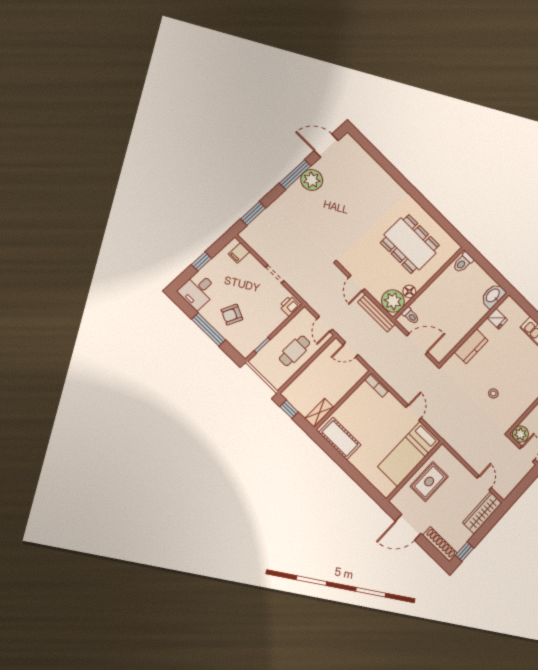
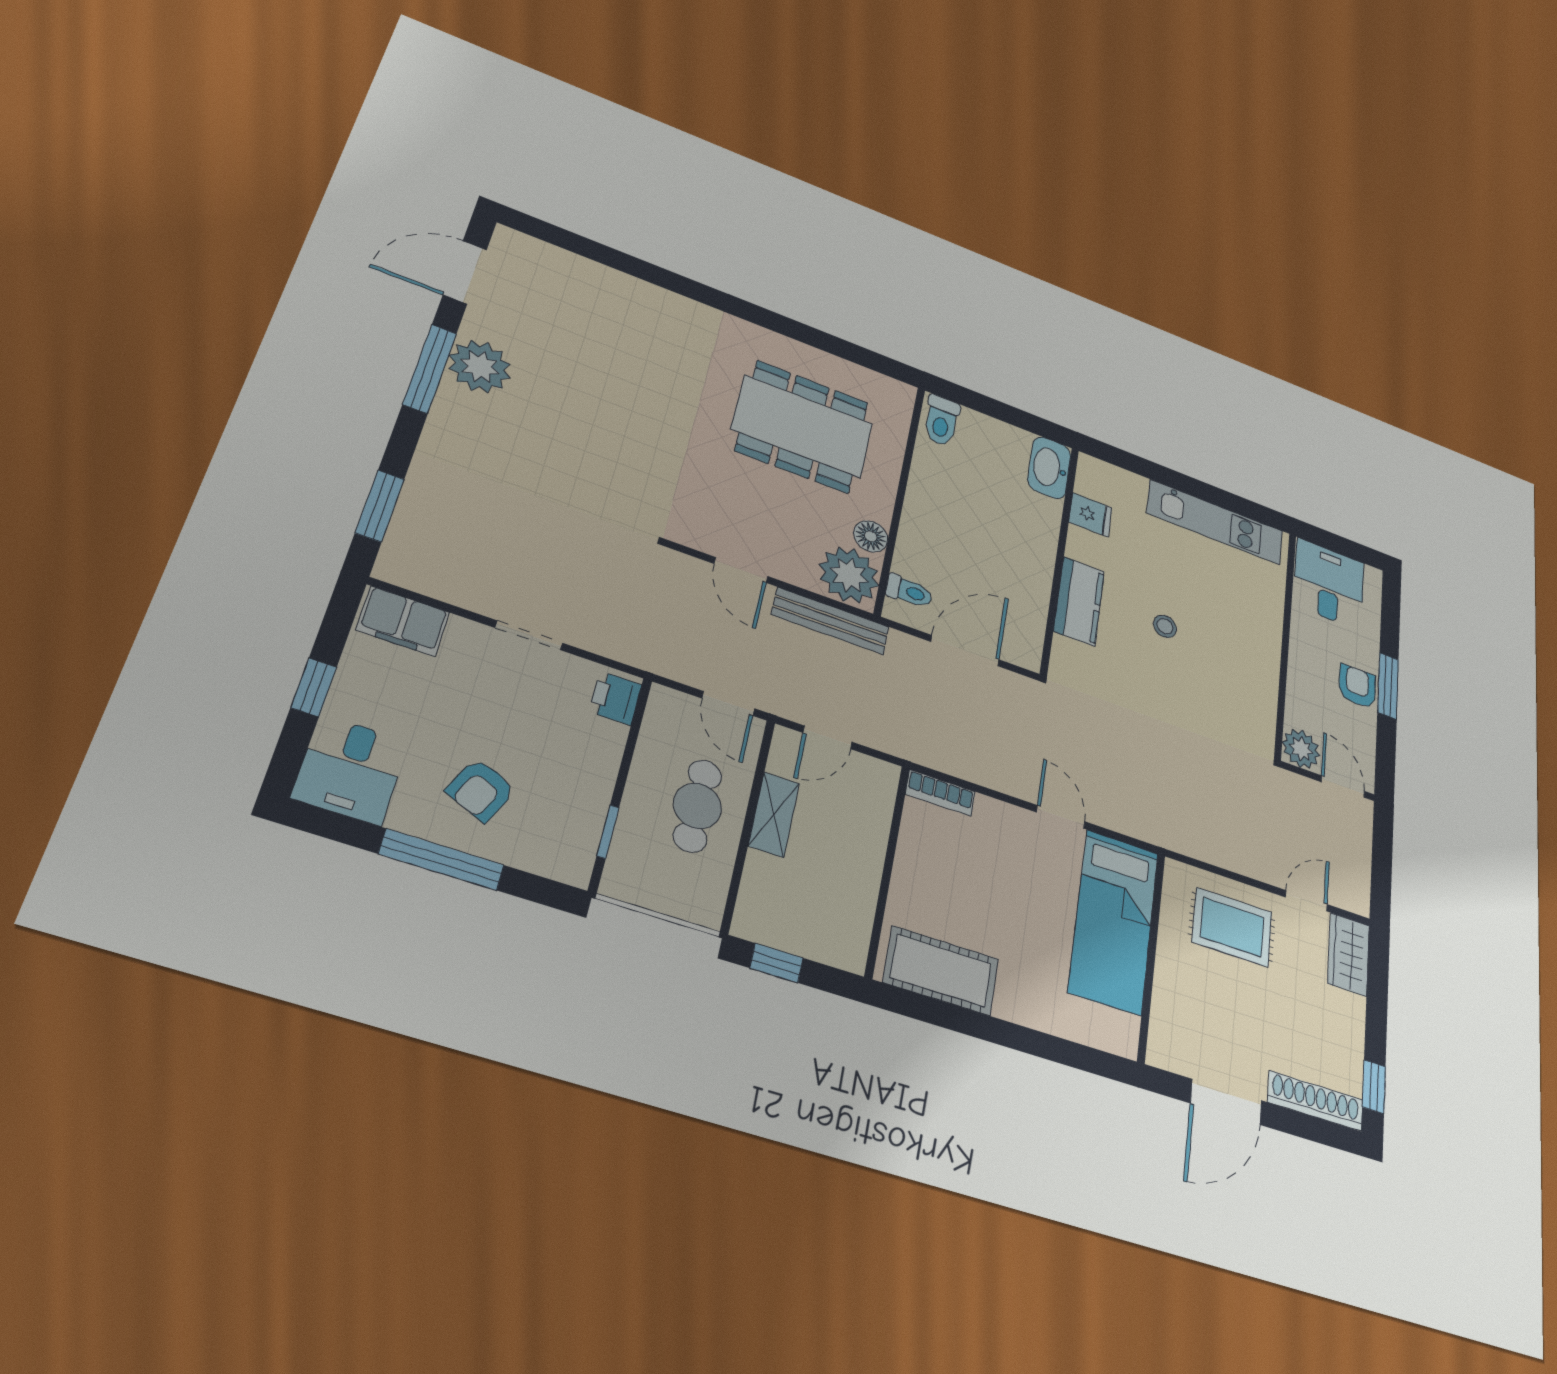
filing cabinet: (239, 253) -> (403, 621), width x2.00
stool: (493, 393) -> (1165, 626), moved
shelving: (319, 413) -> (774, 815), moved
rug: (429, 482) -> (1232, 927), moved, turned 90
door: (484, 483) -> (1306, 901), hinge flipped
wardrobe: (482, 513) -> (1348, 954), width x0.67

